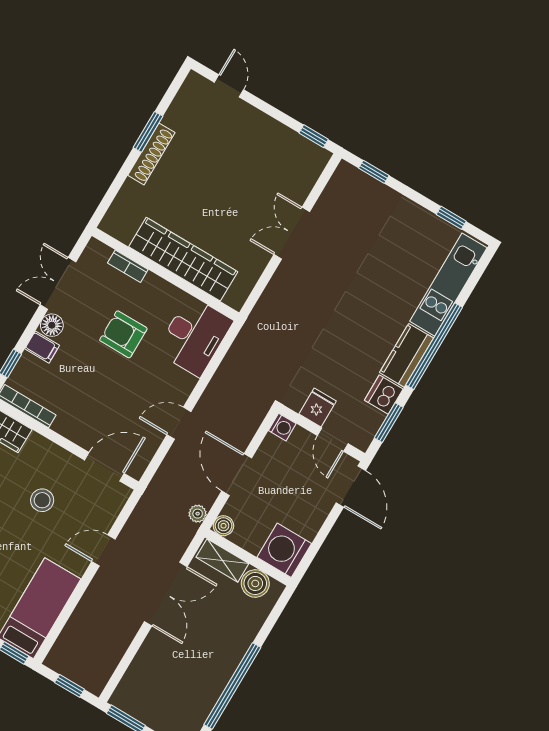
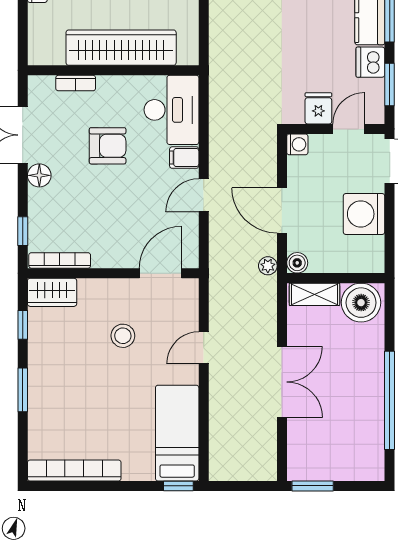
armchair: (123, 334) -> (108, 146), turned 180
filing cabinet: (42, 347) -> (184, 158), moved, turned 180
door: (333, 440) -> (349, 129), swing flipped
washing machine: (284, 550) -> (364, 214), moved
boiler: (255, 583) -> (361, 303), width x1.37, depth x1.37
double door: (166, 594) -> (282, 382), moved
window: (70, 686) -> (245, 486), removed

